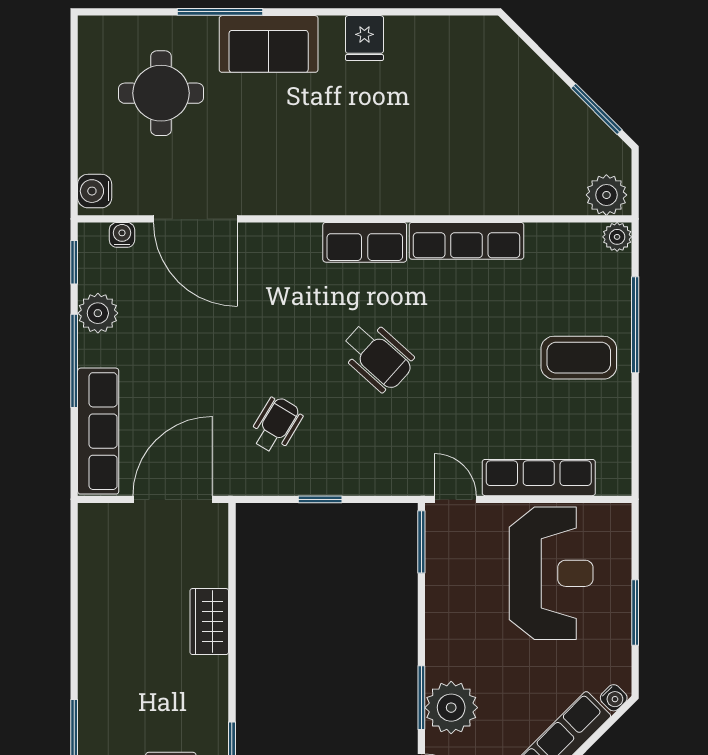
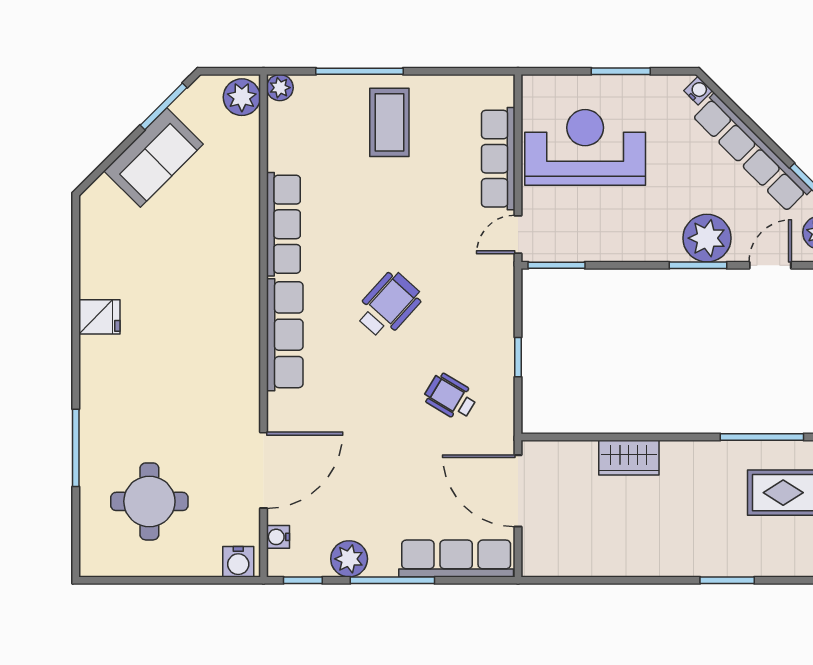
sofa: (269, 44) -> (154, 157), moved, turned 45
row of seats: (365, 242) -> (285, 335), width x1.48

